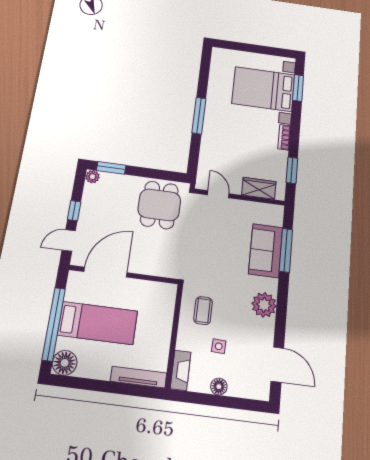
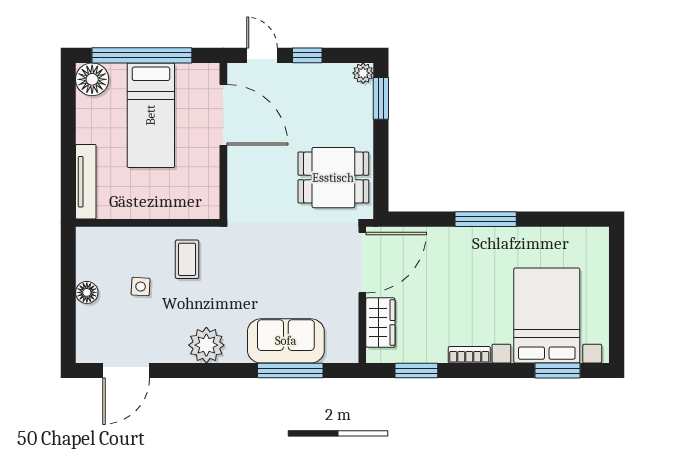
door: (218, 194) -> (362, 263), width x1.88
coffee table: (203, 311) -> (187, 259), turned 90
fireplace: (181, 370) -> (102, 238), removed

